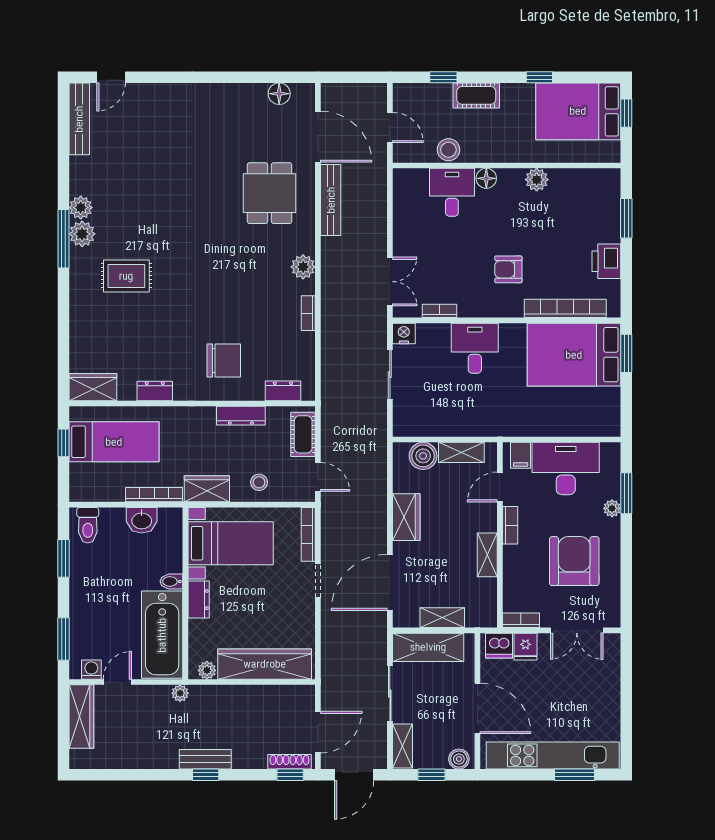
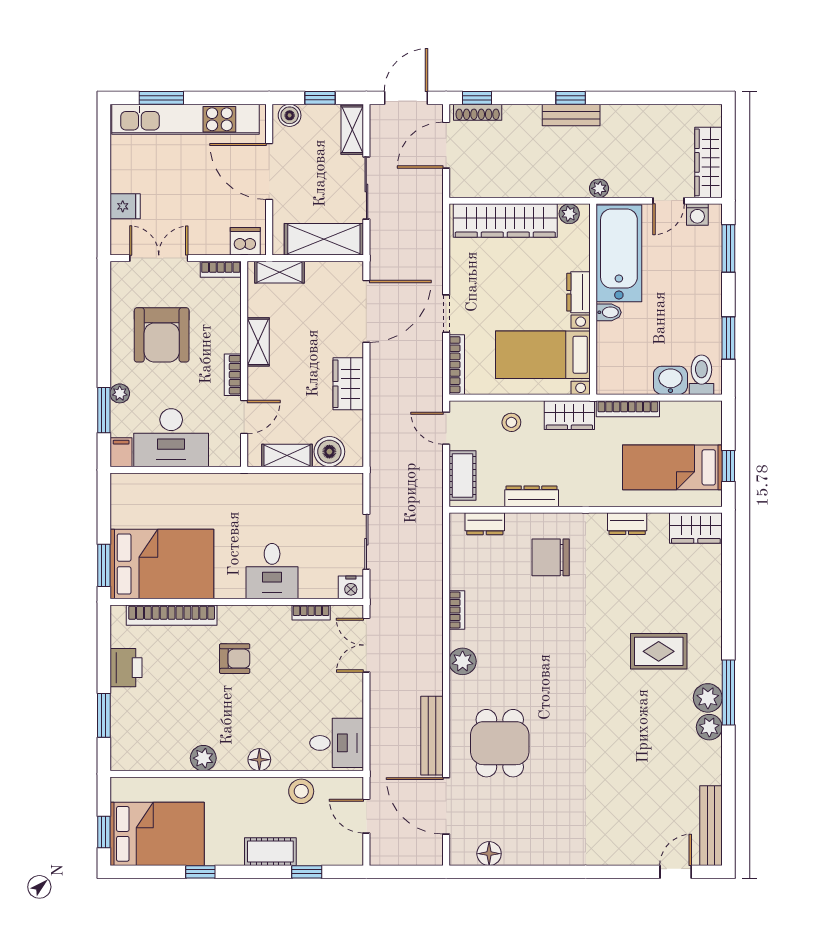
desk: (452, 192) -> (337, 743), moved, turned -90
filing cabinet: (521, 455) -> (121, 452), moved
washbasin: (142, 520) -> (670, 380), moved
shelving: (442, 618) -> (279, 272), moved
fridge: (526, 647) -> (125, 206), moved, turned 90

